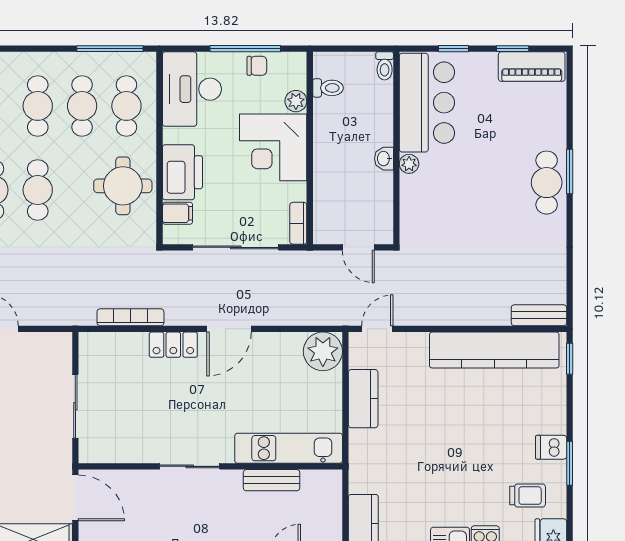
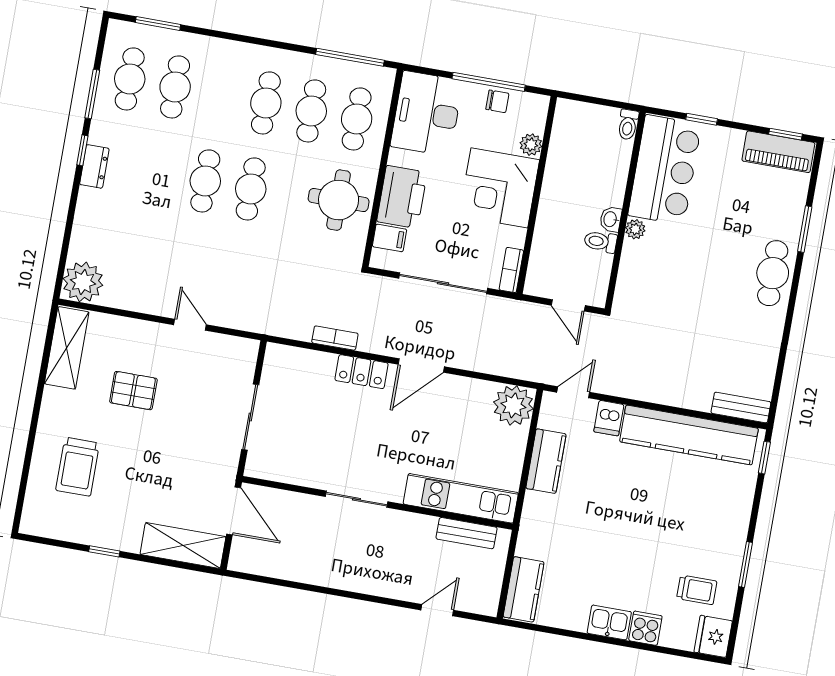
window: (513, 49) -> (785, 134), moved
toilet: (328, 88) -> (600, 242), moved, turned 180
window: (570, 171) -> (805, 229), moved
bookcase: (130, 317) -> (335, 338), width x0.64
dishwasher: (551, 447) -> (609, 418), moved, turned -90
bench: (272, 480) -> (467, 533), moved

